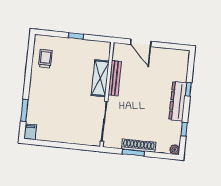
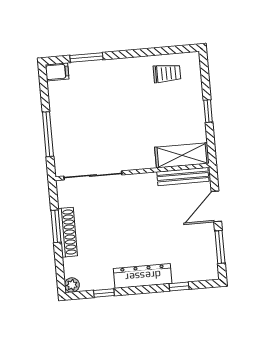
window: (168, 46) -> (220, 247), added
shelving: (100, 78) -> (182, 155), moved
bench: (115, 78) -> (183, 177), moved
window: (188, 89) -> (179, 286), moved
window: (71, 146) -> (48, 134), added

